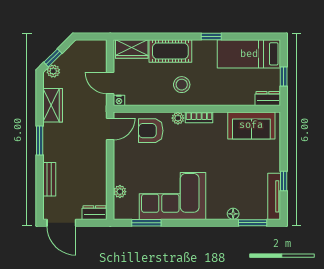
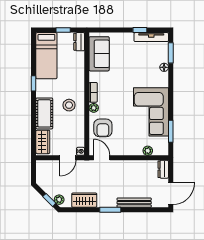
bench: (49, 179) -> (134, 203), width x1.36

